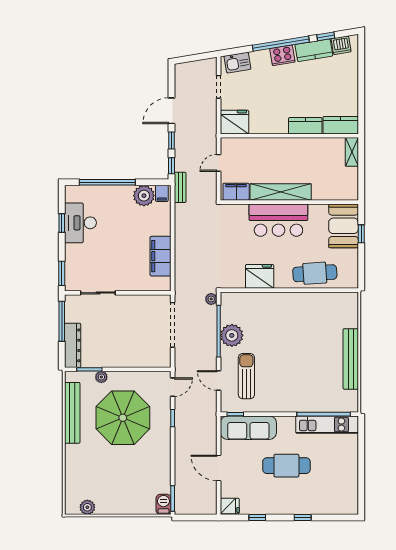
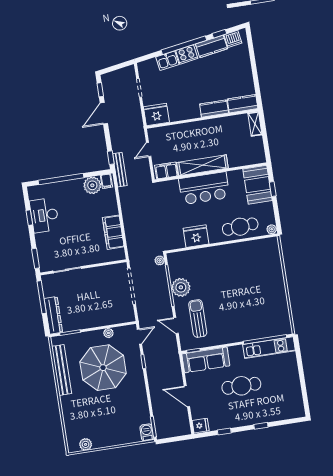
kitchen sink: (237, 63) -> (167, 61), moved
window: (171, 140) -> (100, 90), moved
bench: (180, 187) -> (120, 170), width x1.36
plant: (352, 282) -> (272, 229), added
bench: (351, 359) -> (280, 291), removed
plant: (101, 377) -> (108, 333), moved

